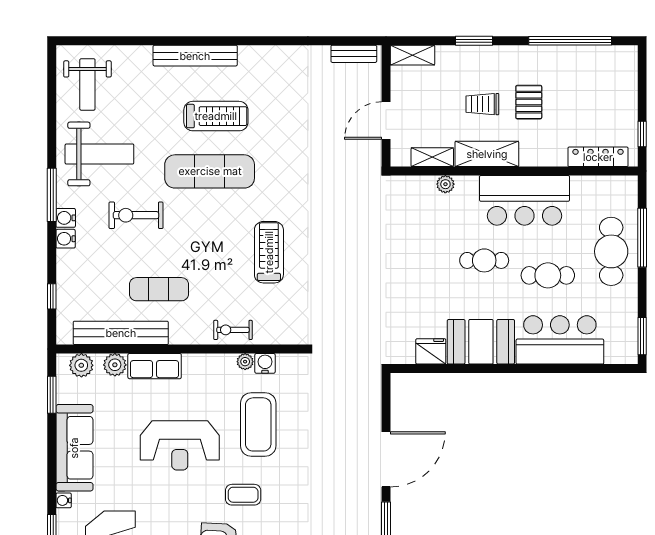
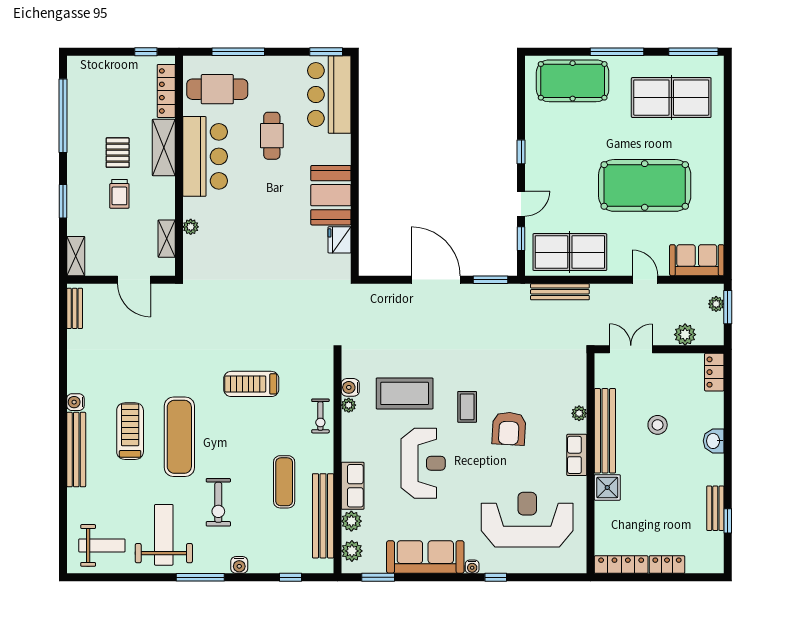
pallet: (529, 102) -> (118, 153), turned 90
shelving: (487, 154) -> (164, 148), moved
water cooler: (66, 218) -> (75, 402), moved, turned 90
cafe table: (611, 251) -> (217, 89), moved
cafe table: (484, 260) -> (259, 192), removed
bar counter: (560, 340) -> (329, 95), moved

